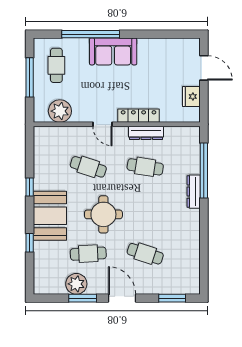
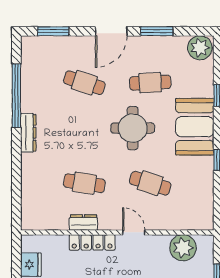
dresser: (146, 133) -> (83, 222), width x0.70
window: (204, 170) -> (16, 96), moved
dresser: (194, 192) -> (28, 133), moved
plant: (76, 284) -> (200, 48), moved
door: (122, 298) -> (111, 31), hinge flipped

